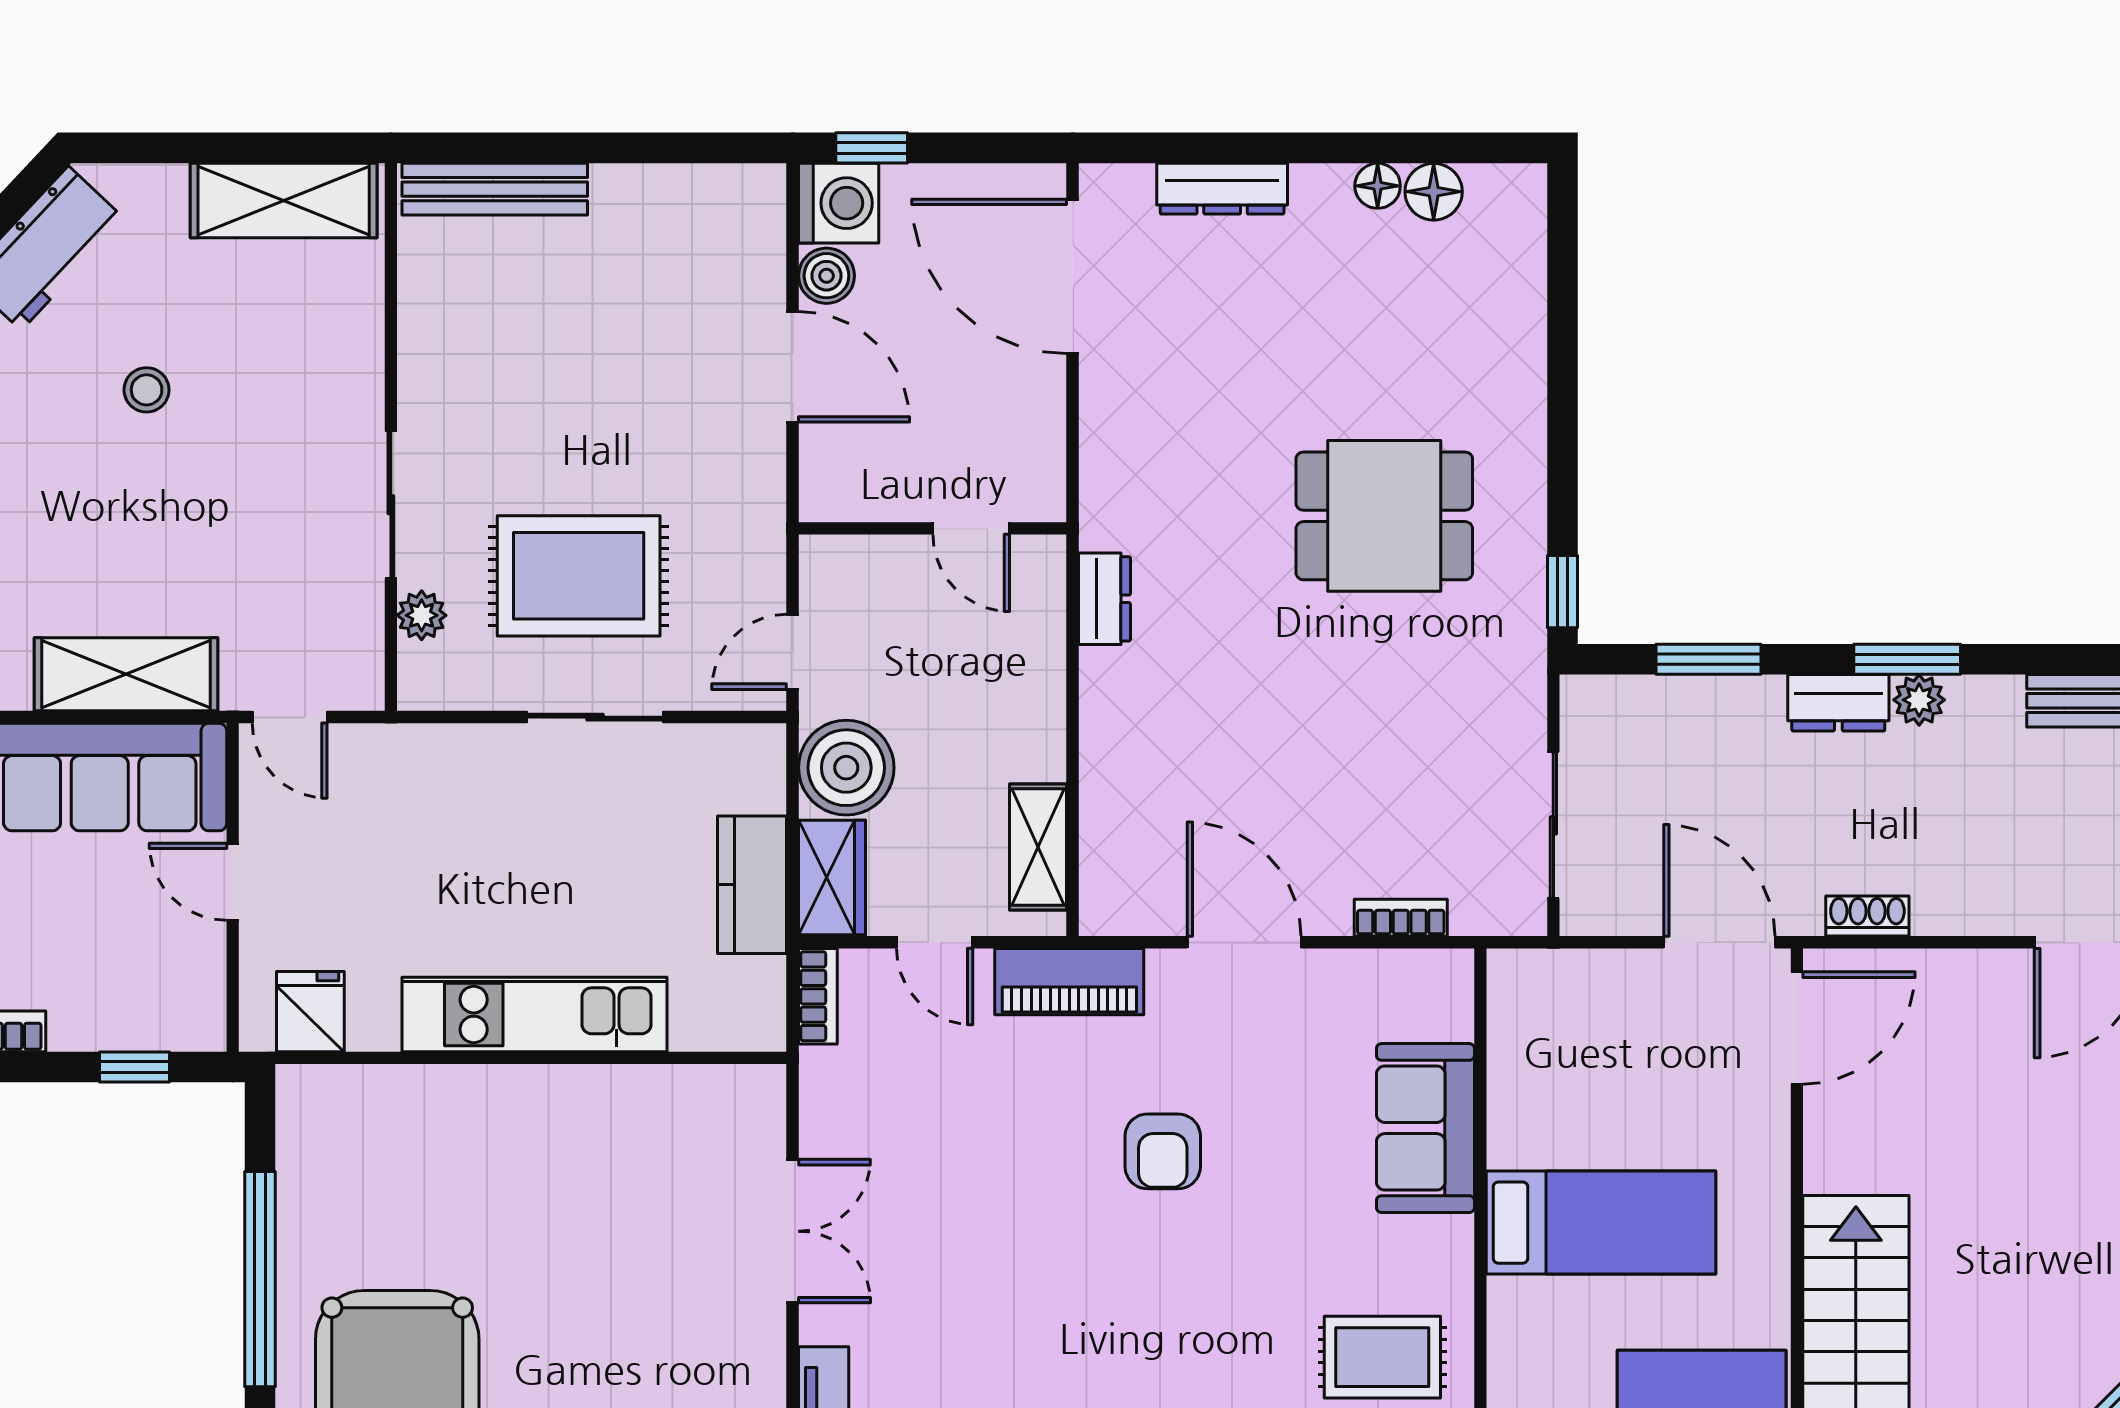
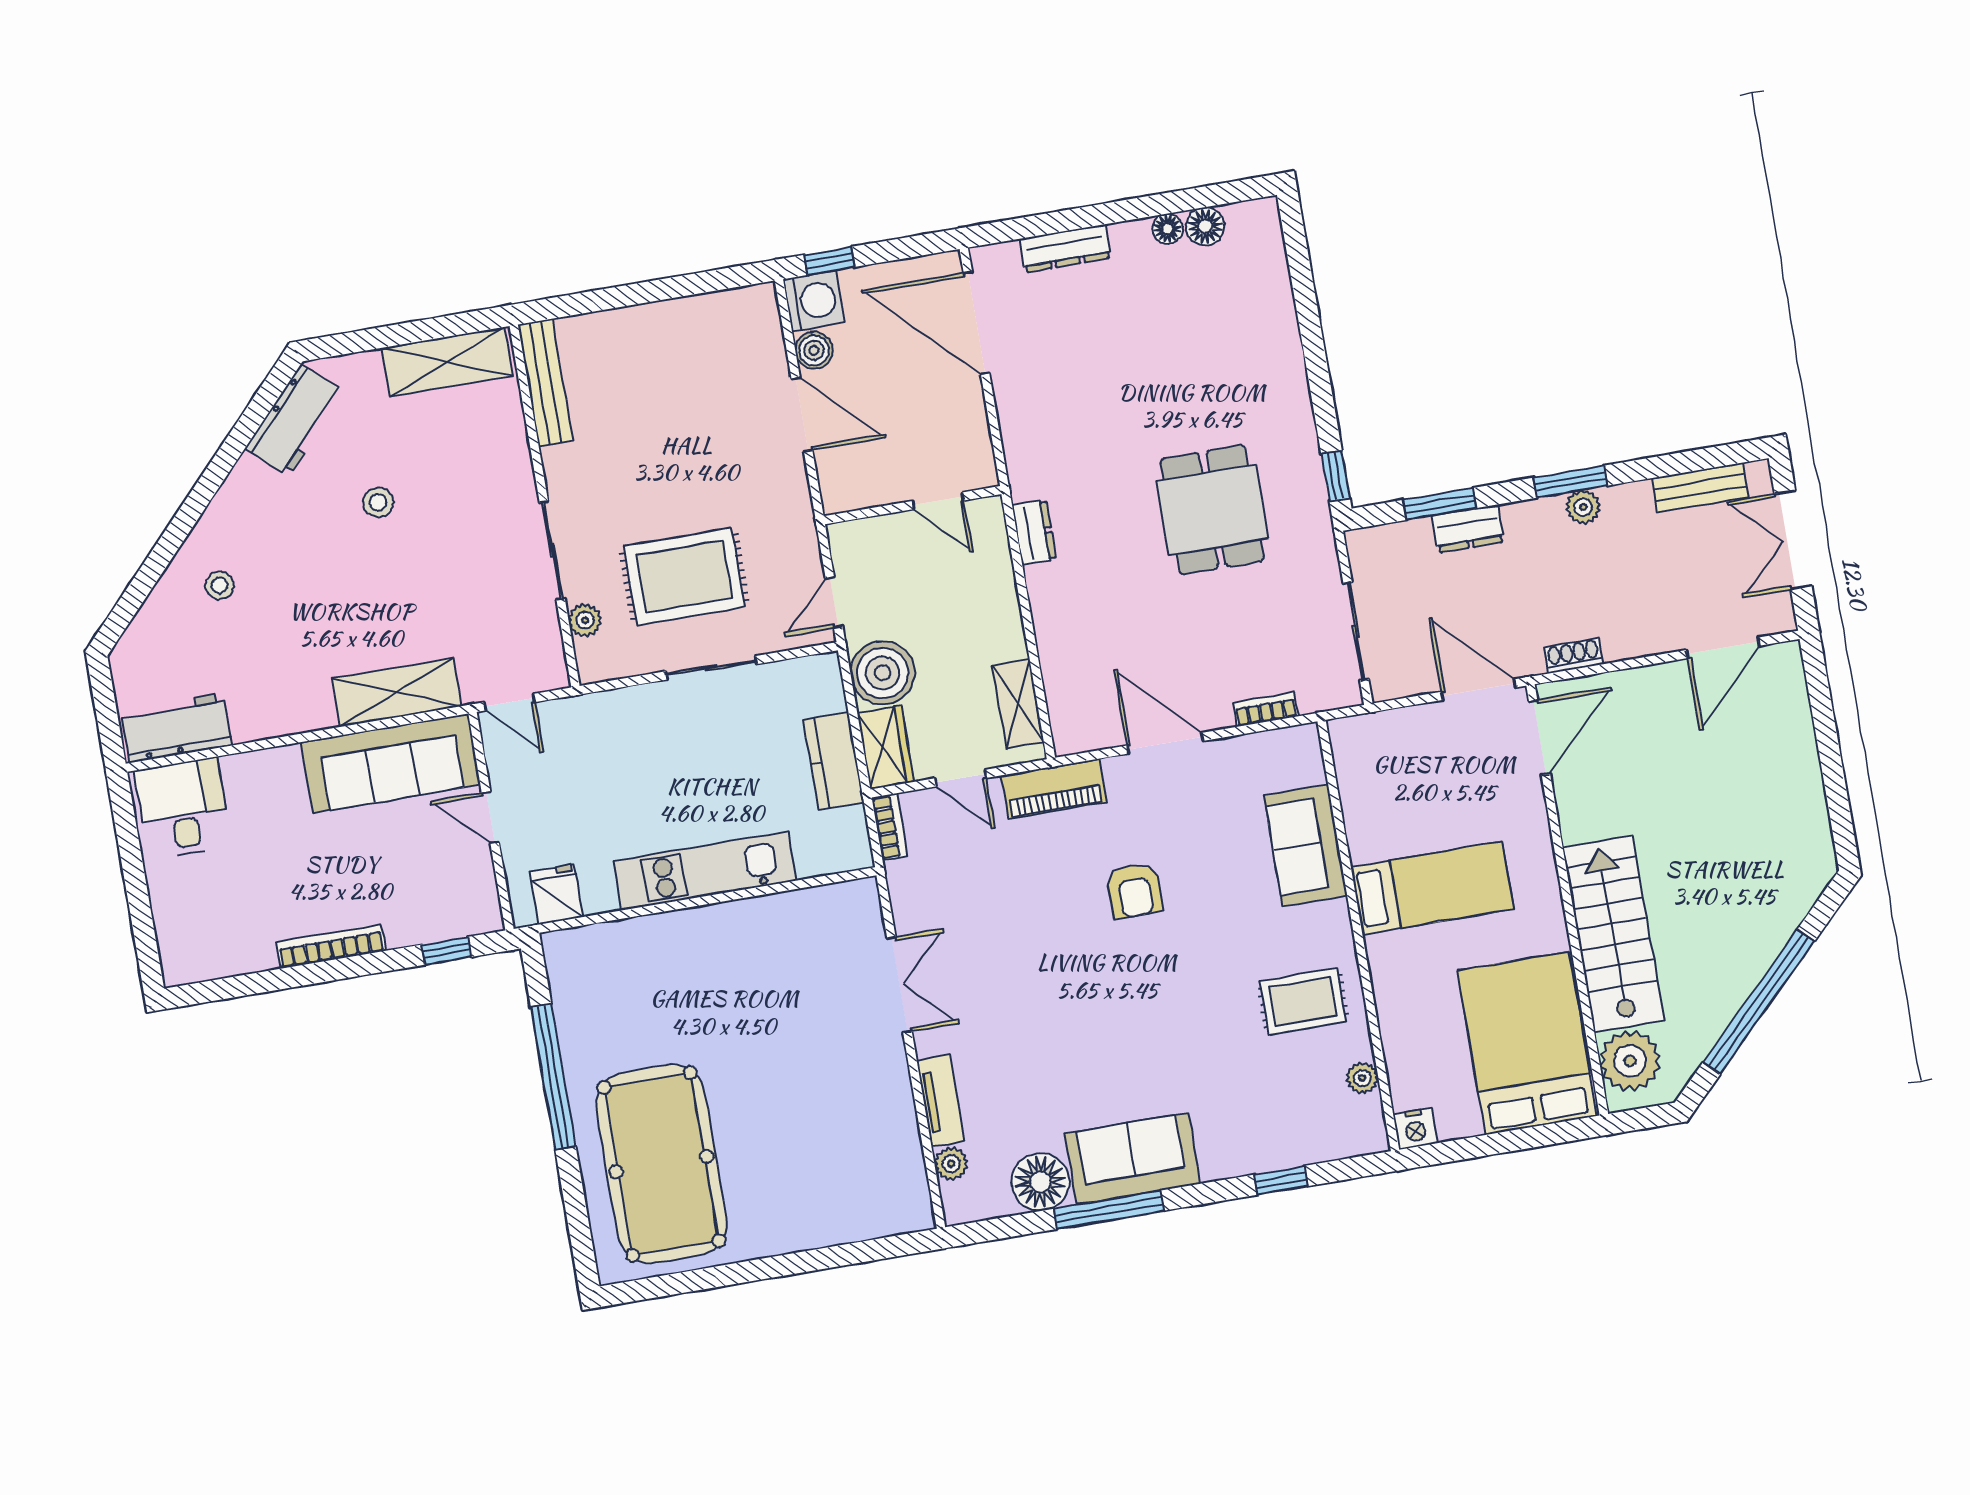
bench: (495, 189) -> (545, 383), moved, turned 90
dining table: (1384, 516) -> (1212, 510), moved, turned 90
dresser: (1838, 703) -> (1468, 529), moved

